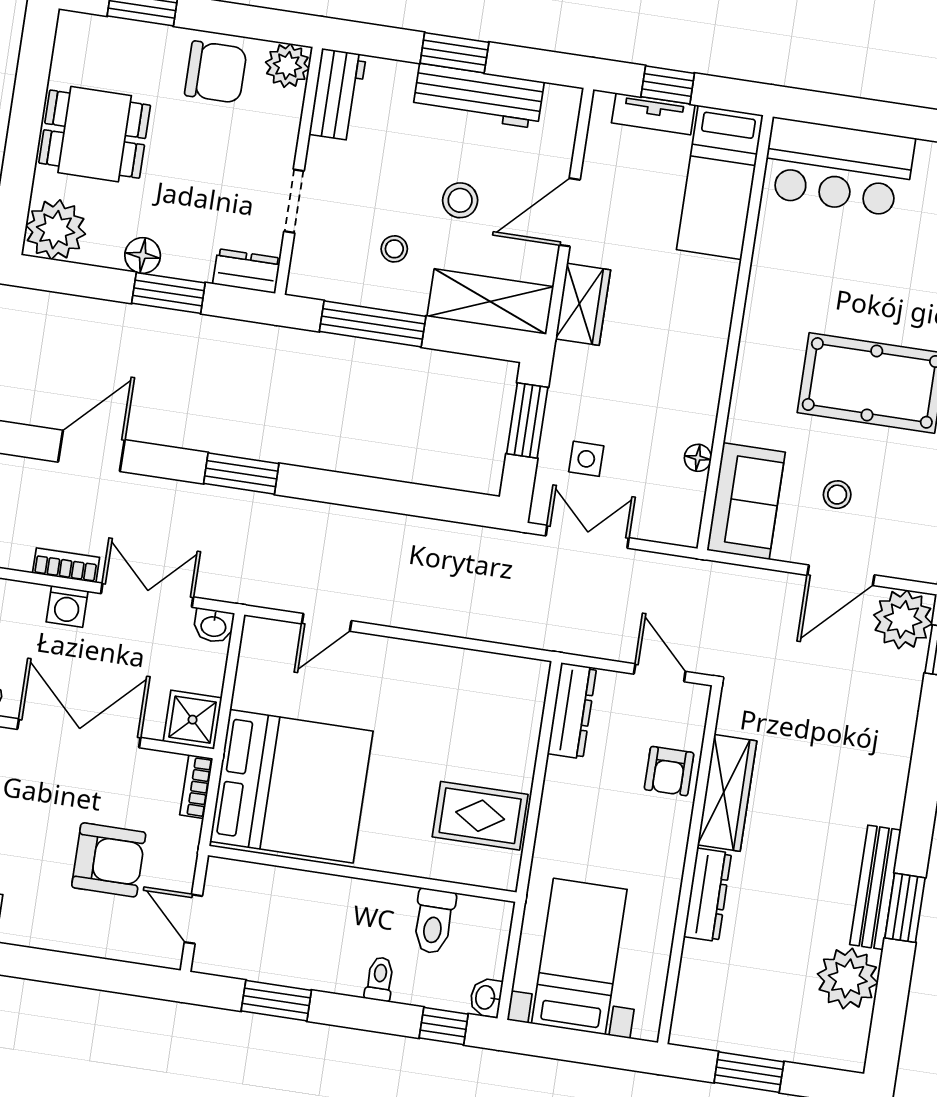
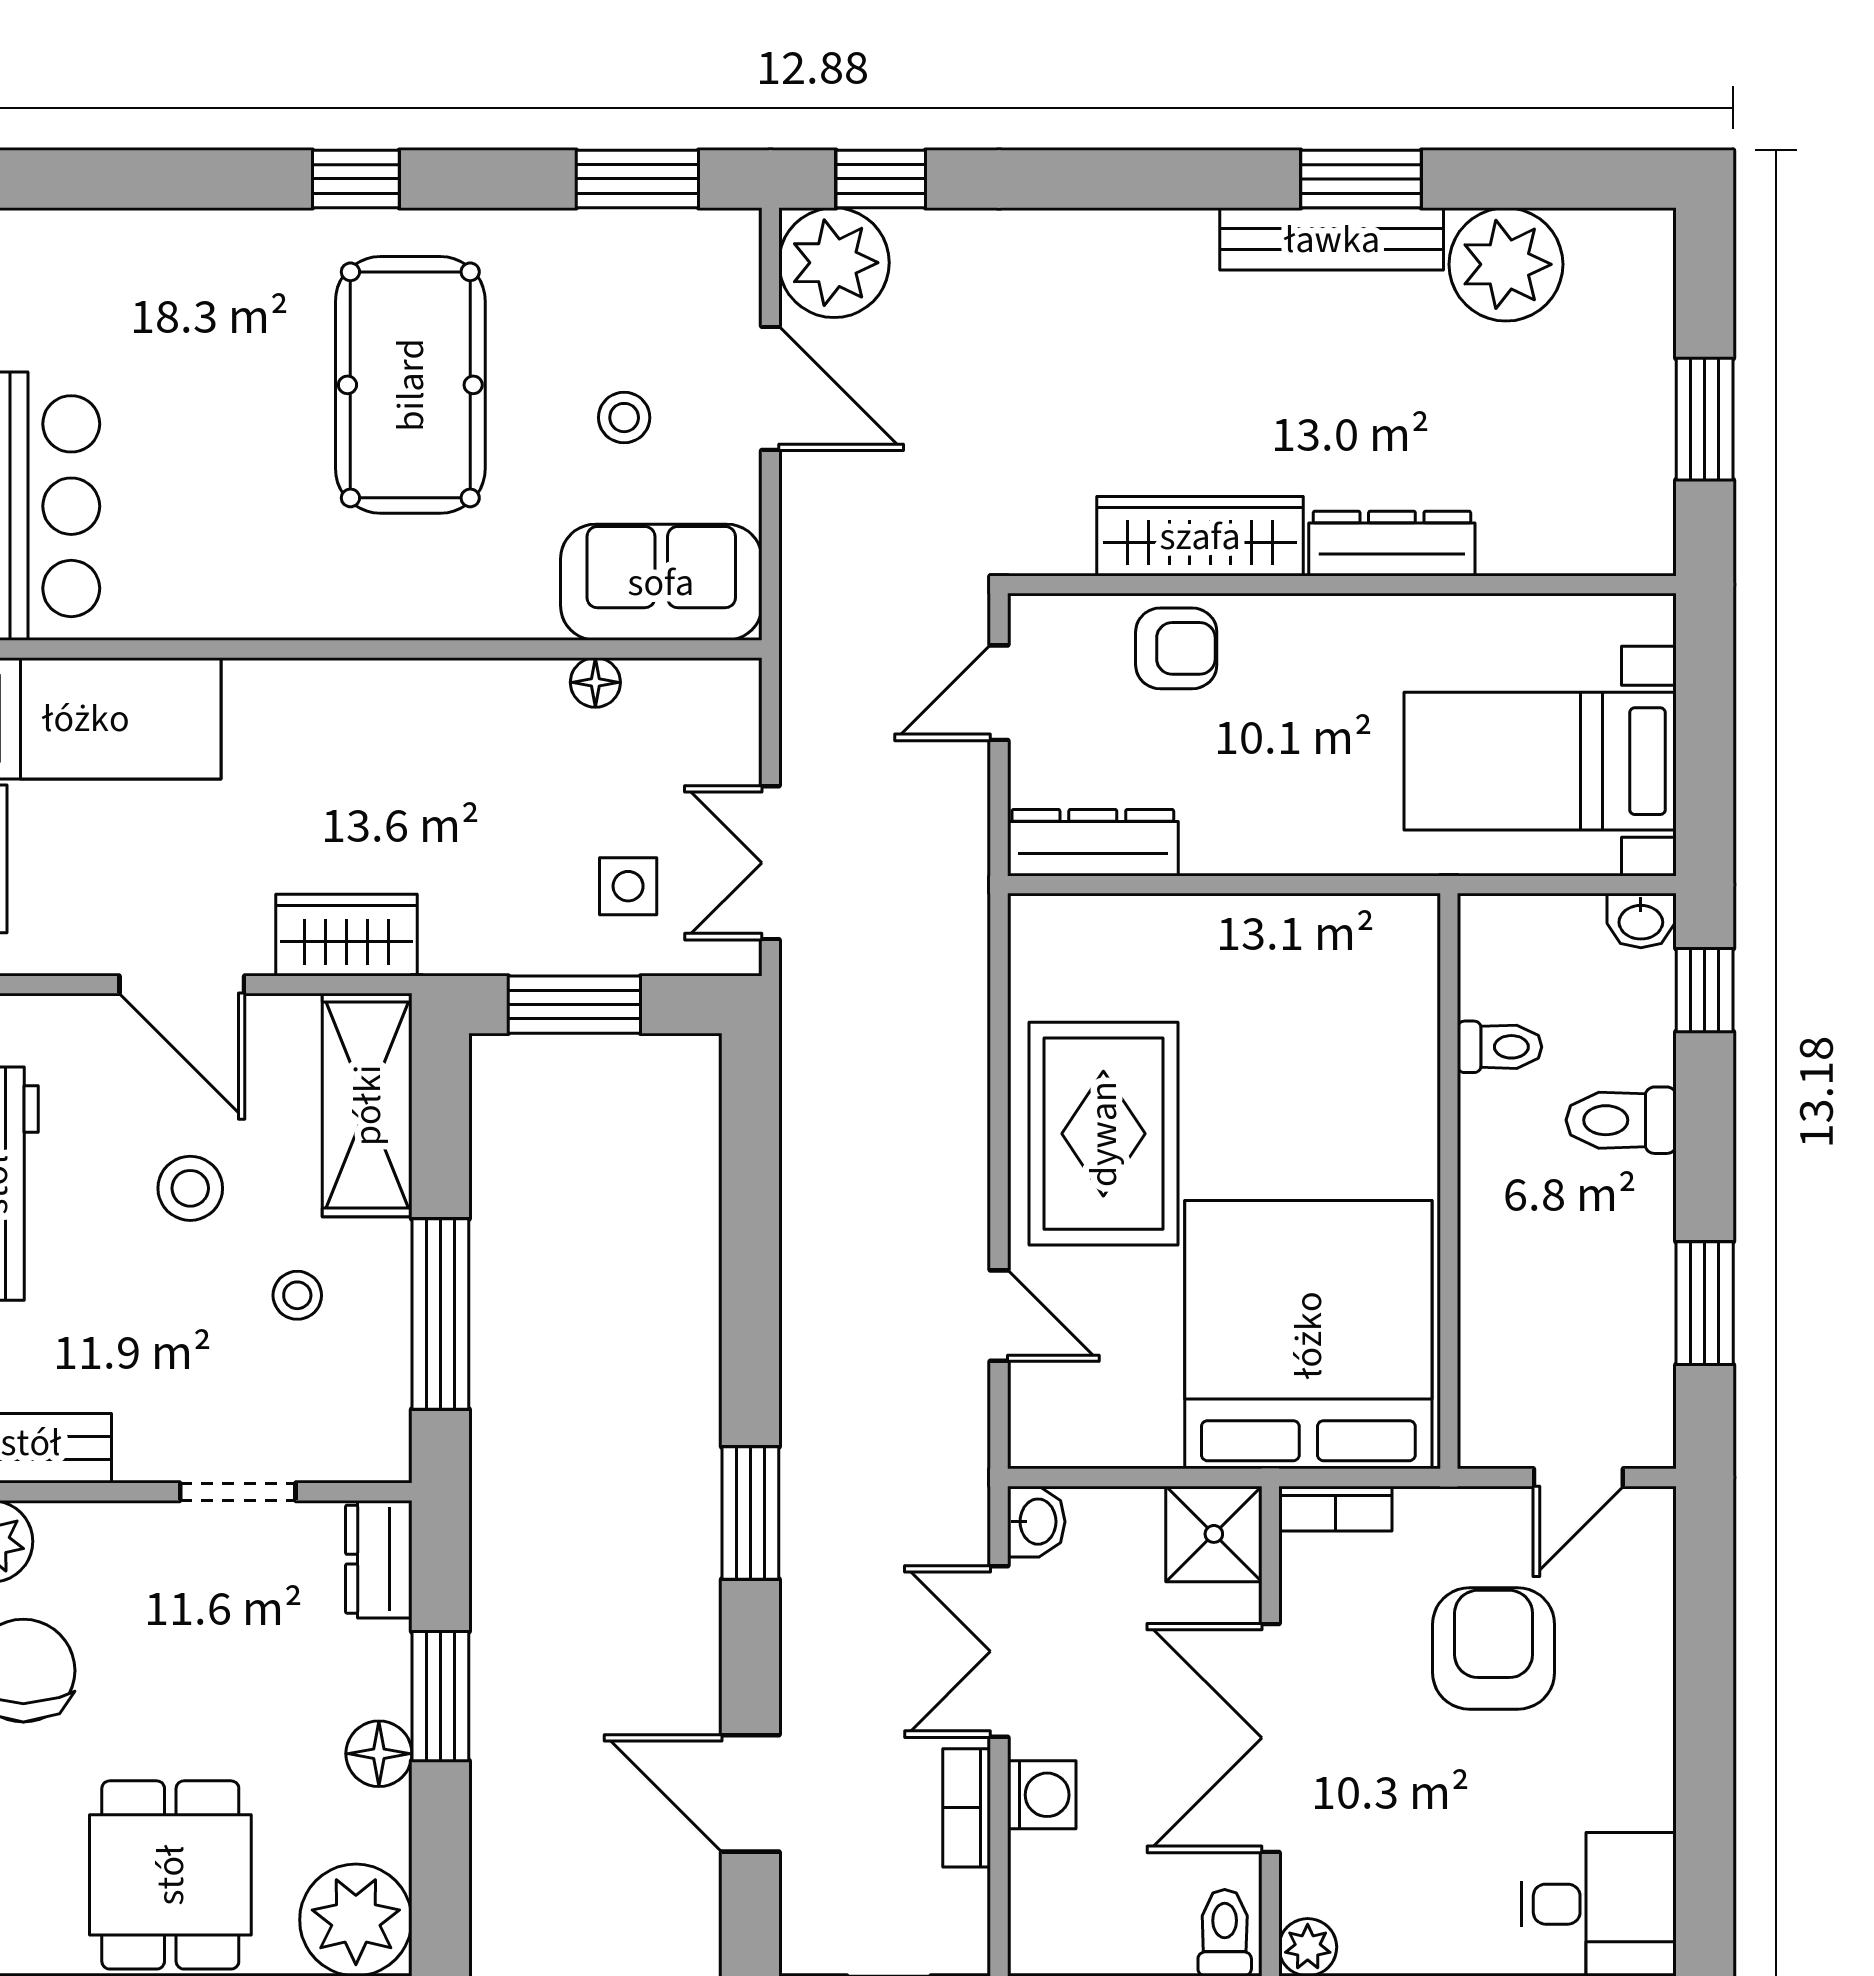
rug: (480, 816) -> (1103, 1134), moved, width x1.36, depth x1.43
toilet: (434, 921) -> (1500, 1047), width x0.73, depth x0.72
toilet: (380, 979) -> (1621, 1120), width x1.37, depth x1.39

